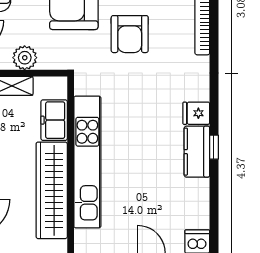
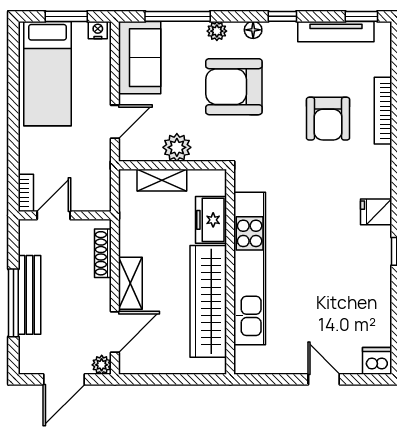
armchair: (130, 34) -> (328, 119), moved
kitchen counter: (197, 152) -> (377, 256), removed

